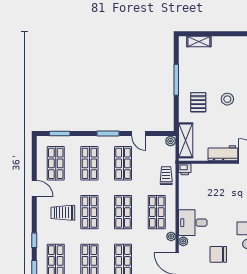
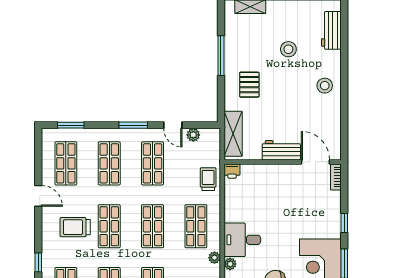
stool: (227, 99) -> (288, 49), moved
plant: (171, 141) -> (193, 135), moved

